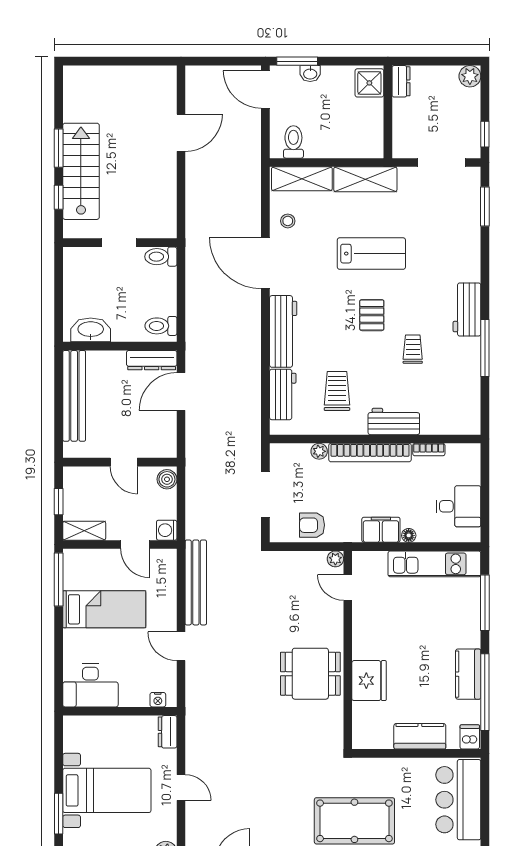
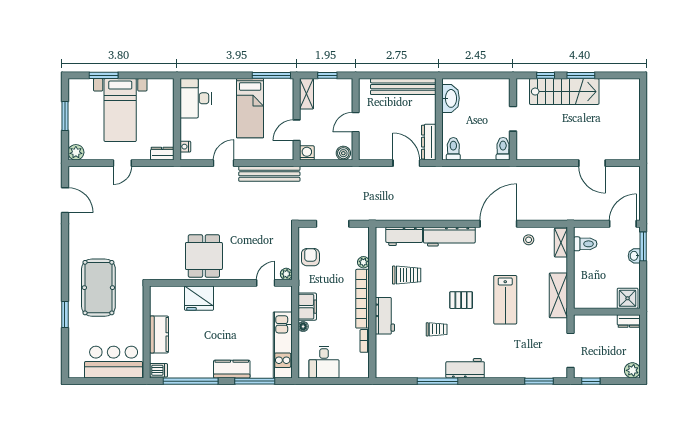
shelving: (302, 179) -> (561, 243), width x0.67, depth x0.75
kitchen counter: (468, 674) -> (232, 369), moved

